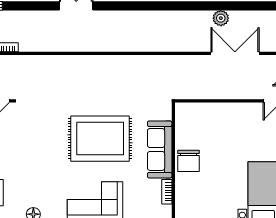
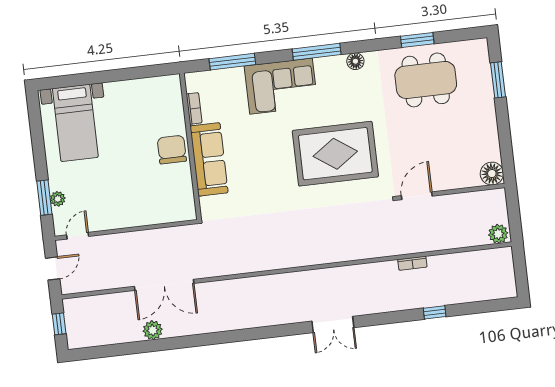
double door: (235, 53) -> (164, 285), moved
rug: (100, 139) -> (335, 154), moved

